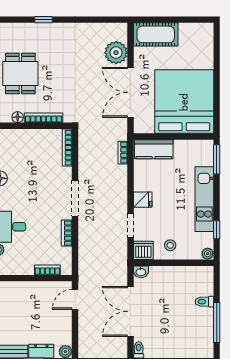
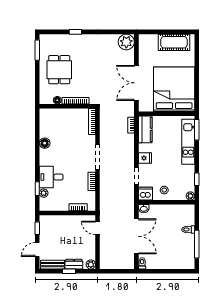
cot: (156, 34) -> (174, 42), moved
plant: (116, 53) -> (126, 42), moved
kitchen counter: (154, 149) -> (145, 129), moved, turned -90
kitchen unit: (204, 199) -> (188, 142), moved
door: (75, 299) -> (98, 228), hinge flipped
double door: (130, 311) -> (136, 236), swing flipped

